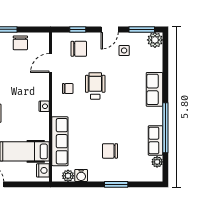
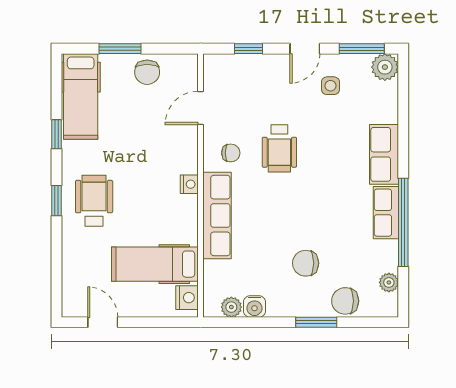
chair: (79, 49) -> (345, 301), moved, turned 180
wheelchair: (95, 86) -> (279, 148), turned 180
row of seats: (155, 140) -> (386, 213), moved
row of seats: (60, 141) -> (217, 216), moved

